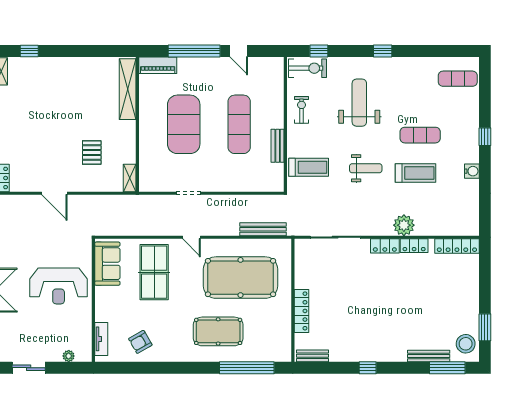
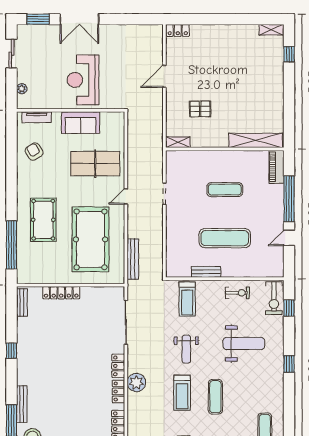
exercise mat: (184, 124) -> (225, 190), width x0.50, depth x0.69
sofa: (107, 264) -> (81, 123), moved

